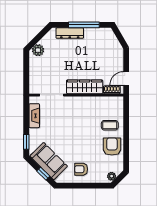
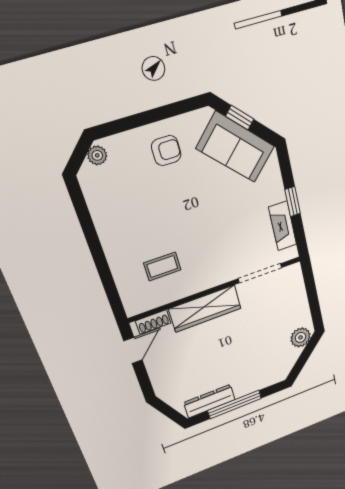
dresser: (70, 33) -> (209, 401), moved
coffee table: (110, 125) -> (162, 267), moved
window: (26, 142) -> (293, 202), moved
armchair: (112, 146) -> (118, 218), removed

